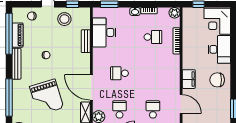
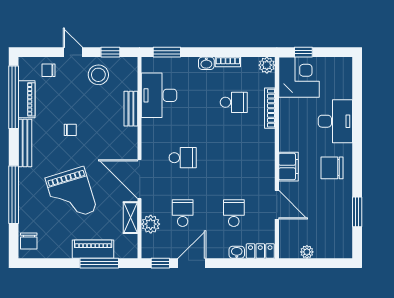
corner desk: (217, 21) -> (299, 77), moved, turned 180
school desk: (119, 73) -> (183, 158), turned 180

